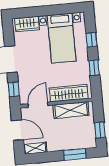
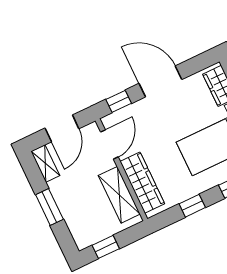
door: (38, 105) -> (109, 144), hinge flipped
window: (75, 154) -> (49, 207), moved

